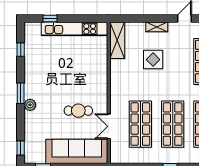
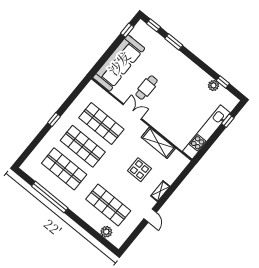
shelving: (117, 40) -> (158, 143), moved
window: (21, 93) -> (174, 42), moved
plant: (30, 105) -> (213, 85), moved
double door: (109, 126) -> (132, 112), moved

